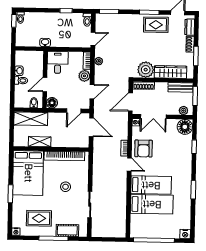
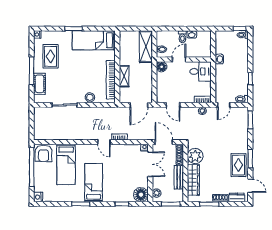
door: (93, 39) -> (224, 105), hinge flipped
plant: (84, 76) -> (188, 97), removed
door: (45, 85) -> (179, 60), hinge flipped
bench: (181, 87) -> (179, 177), moved
door: (74, 111) -> (154, 88), removed
double door: (153, 117) -> (150, 164), swing flipped
shelving: (40, 142) -> (124, 76), moved
armchair: (144, 148) -> (44, 153), moved, turned -90
door: (129, 164) -> (104, 142), hinge flipped
bed: (28, 173) -> (94, 40), width x0.67
bed: (151, 185) -> (94, 183), moved, turned 180
stool: (66, 187) -> (90, 97), moved

